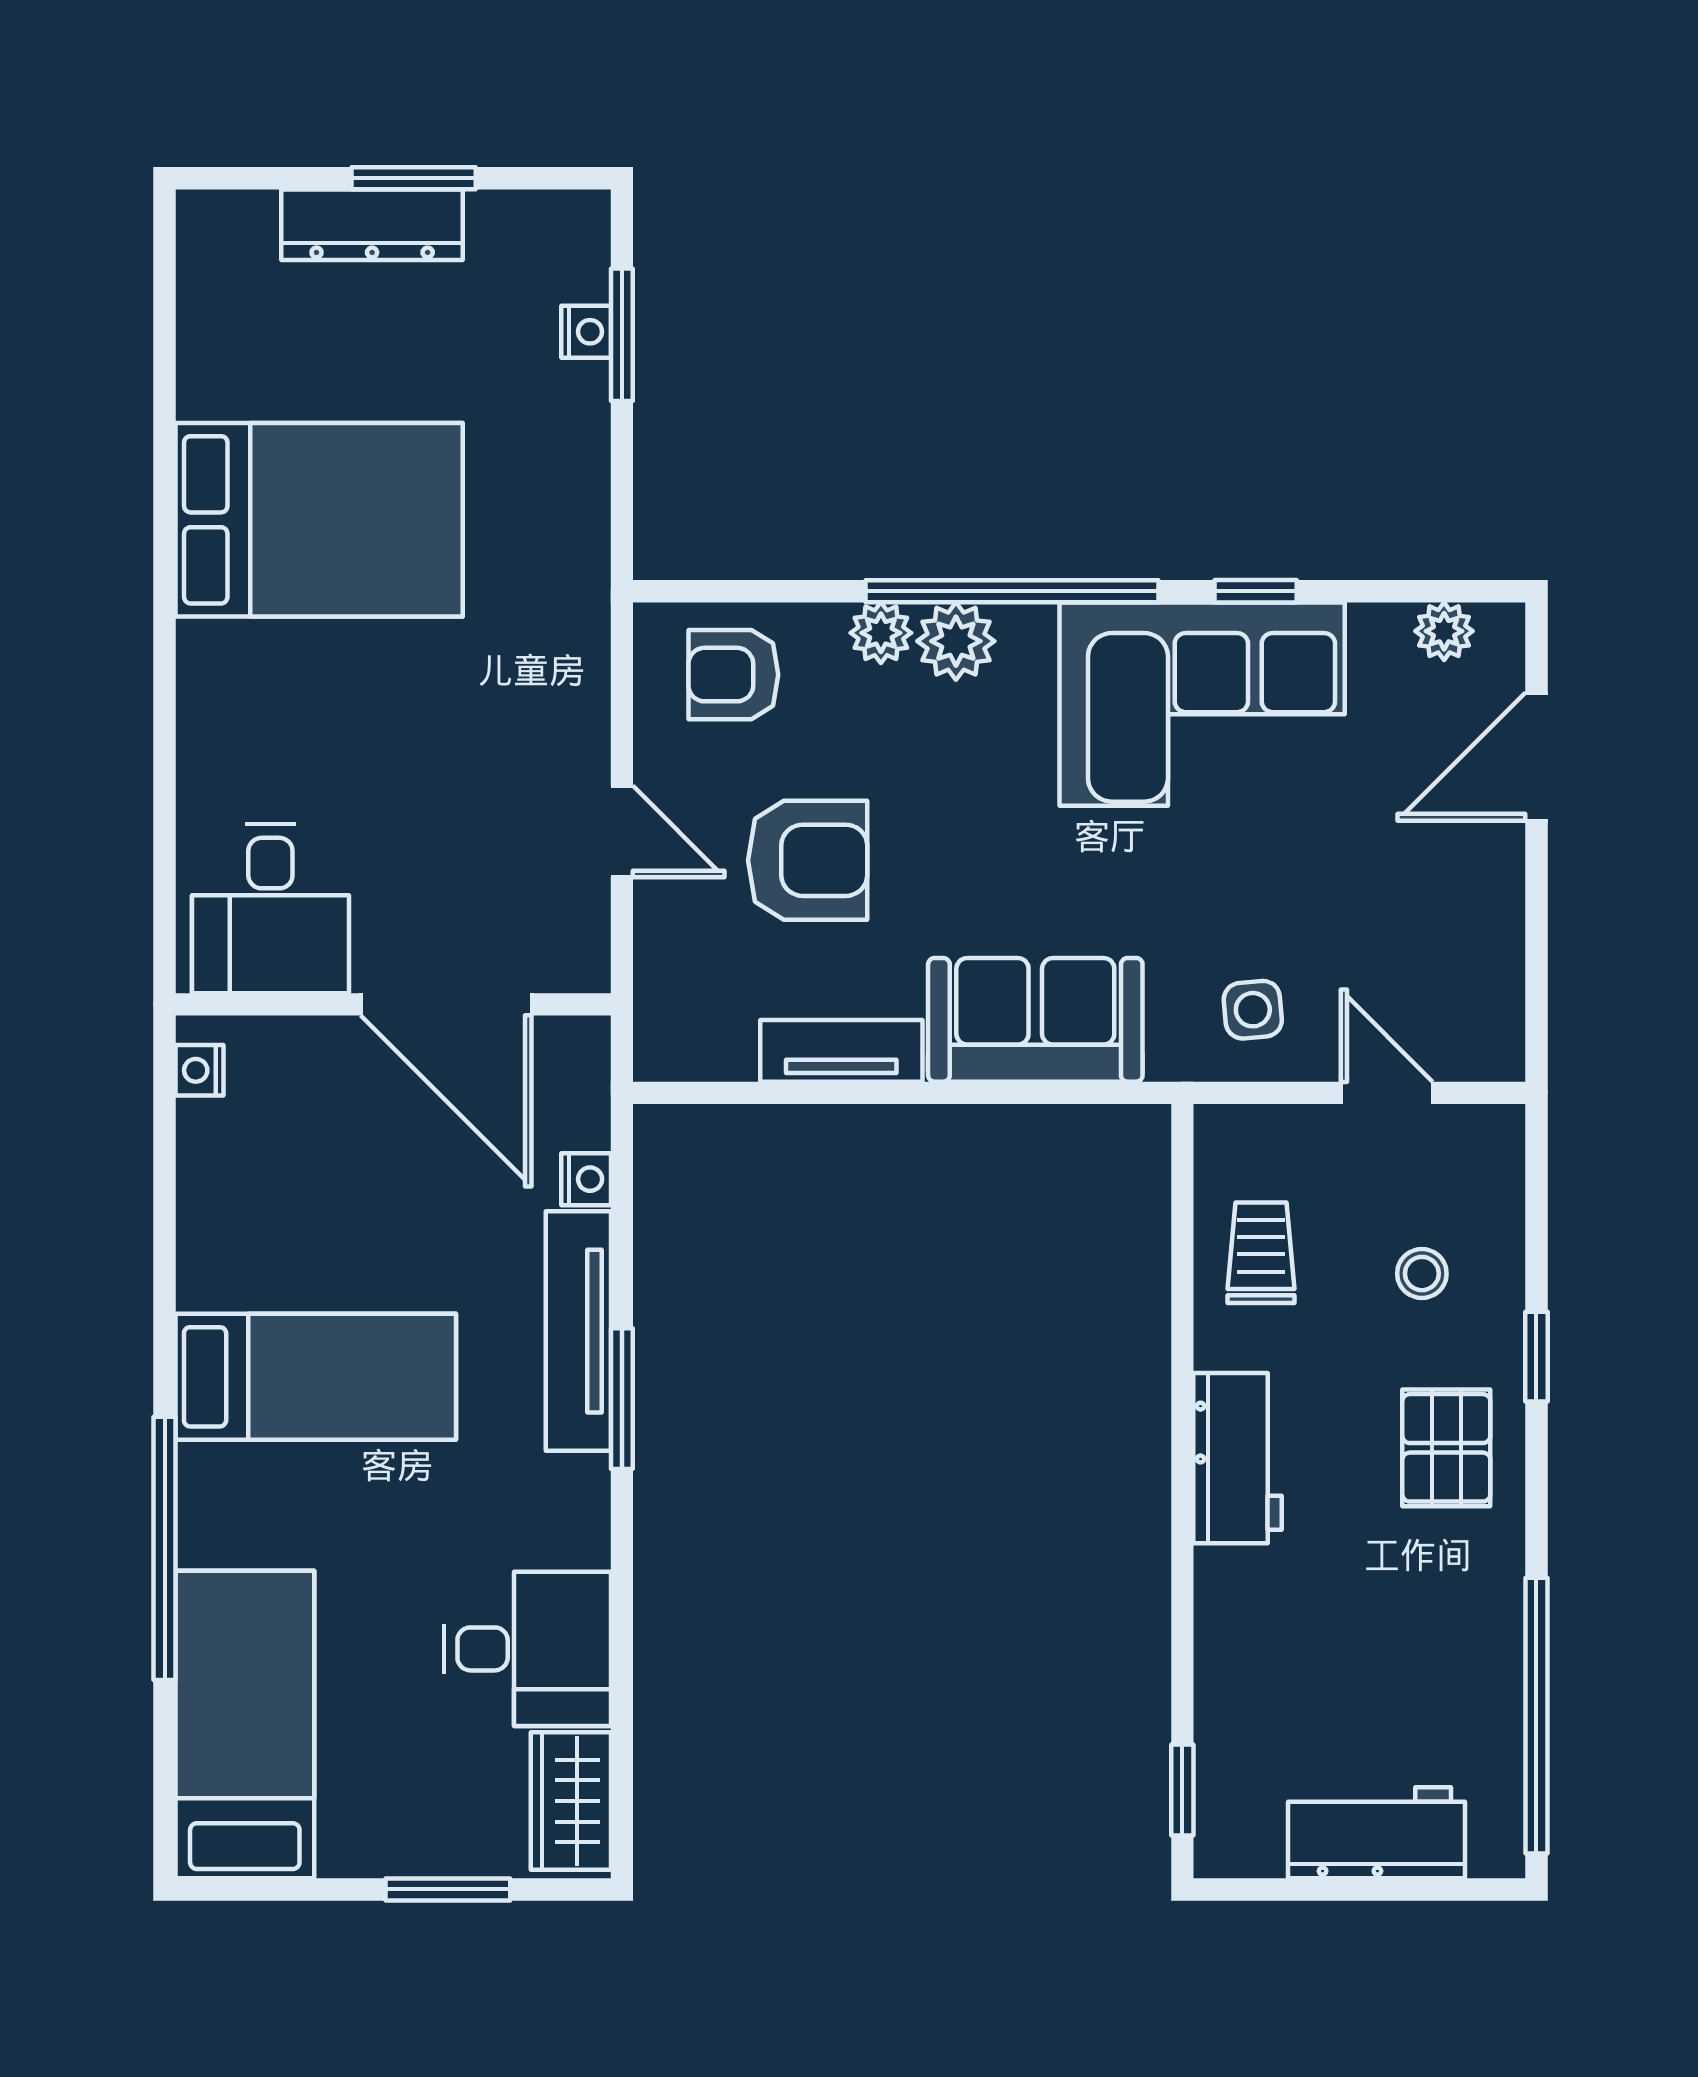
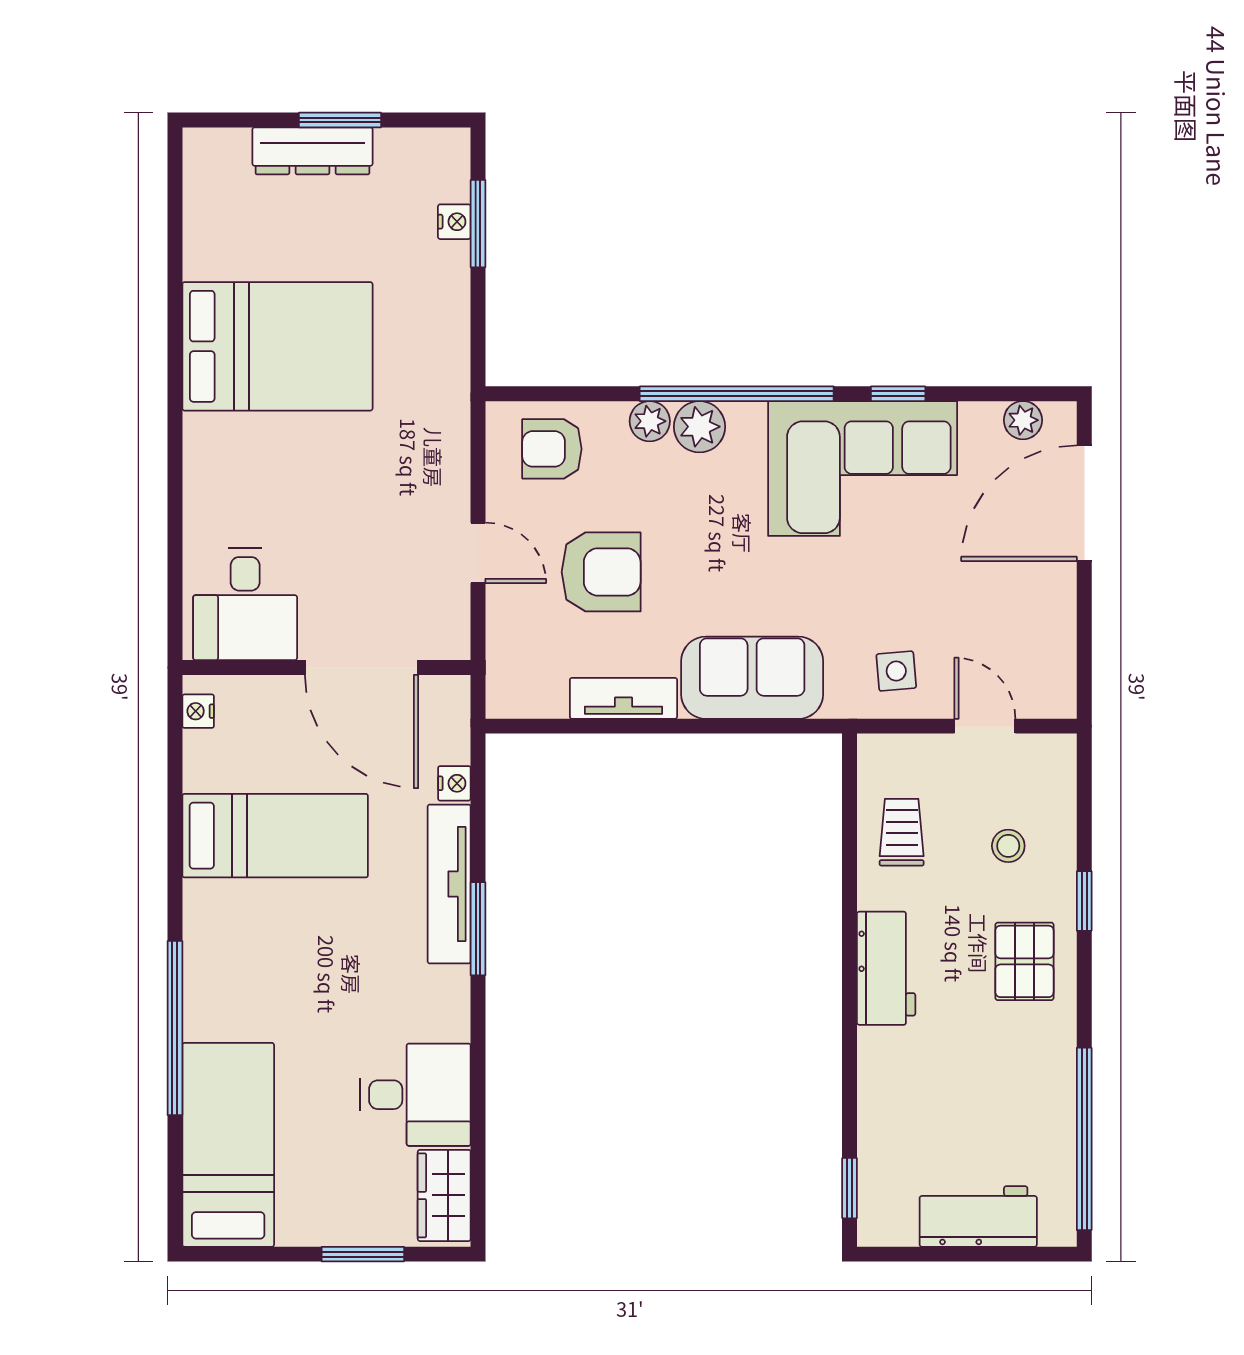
door: (1536, 757) -> (1084, 503), width x1.36
bed: (316, 1377) -> (275, 836), moved

